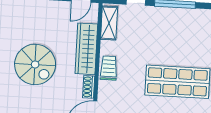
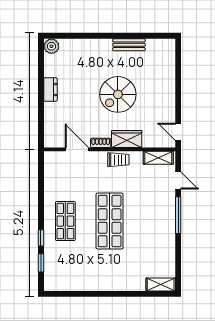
wardrobe: (86, 49) -> (127, 139), width x0.67

